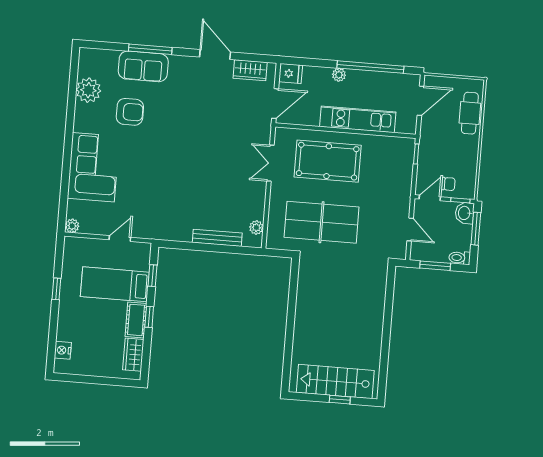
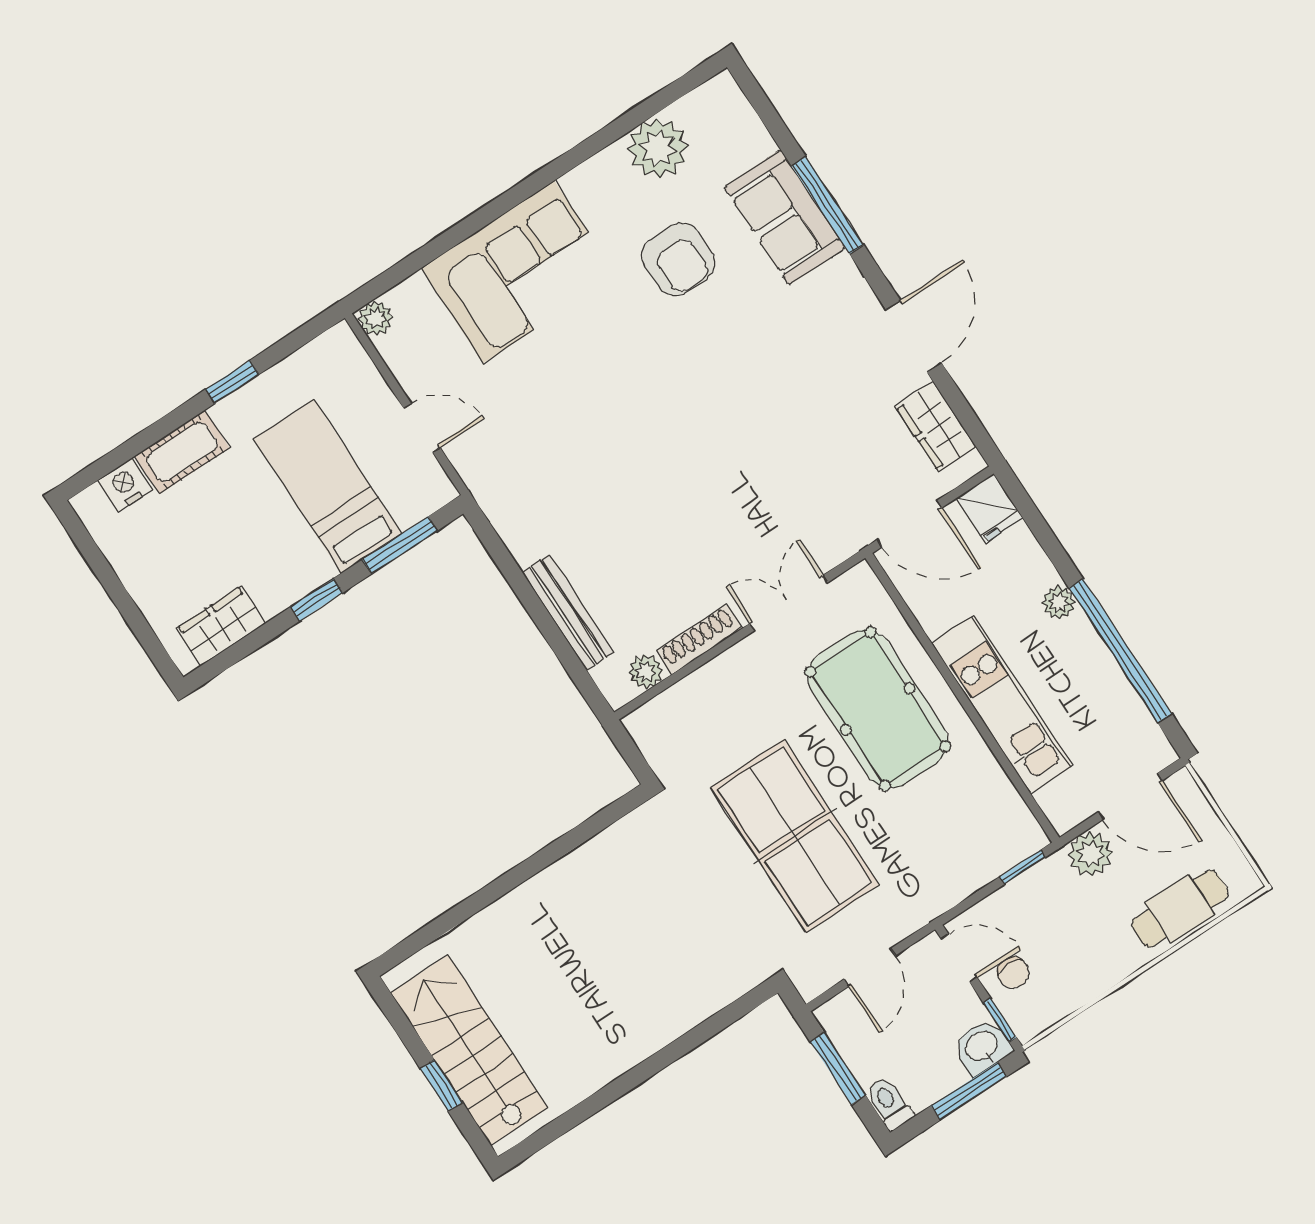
plant: (429, 128) -> (1091, 854), added
shoe rack: (260, 202) -> (699, 640), added
table tennis table: (322, 222) -> (795, 836), moved
window: (152, 276) -> (400, 545), width x1.50
cot: (136, 320) -> (182, 452), moved

